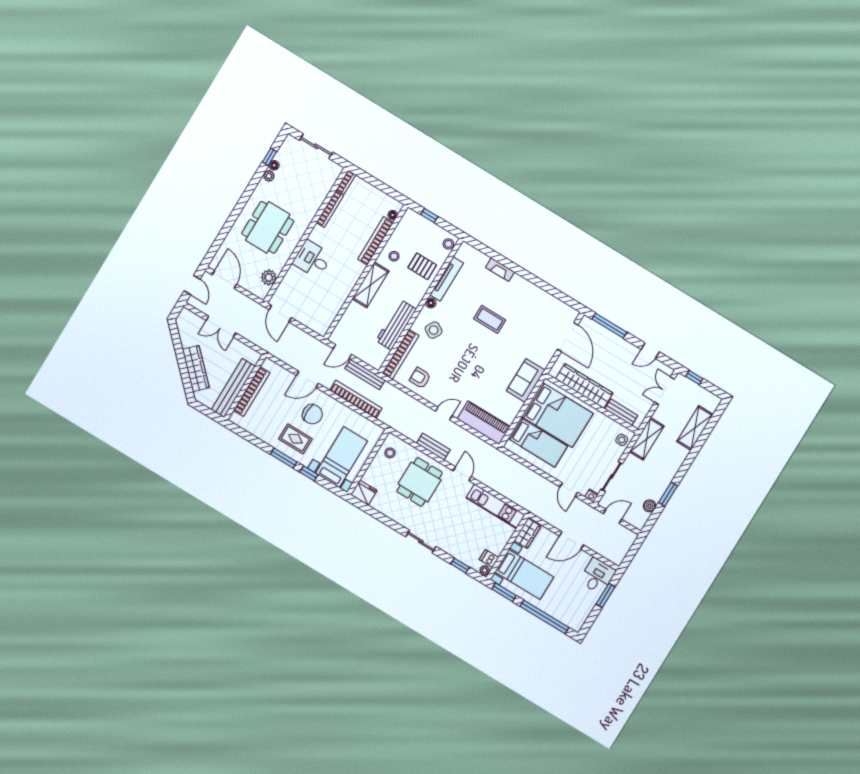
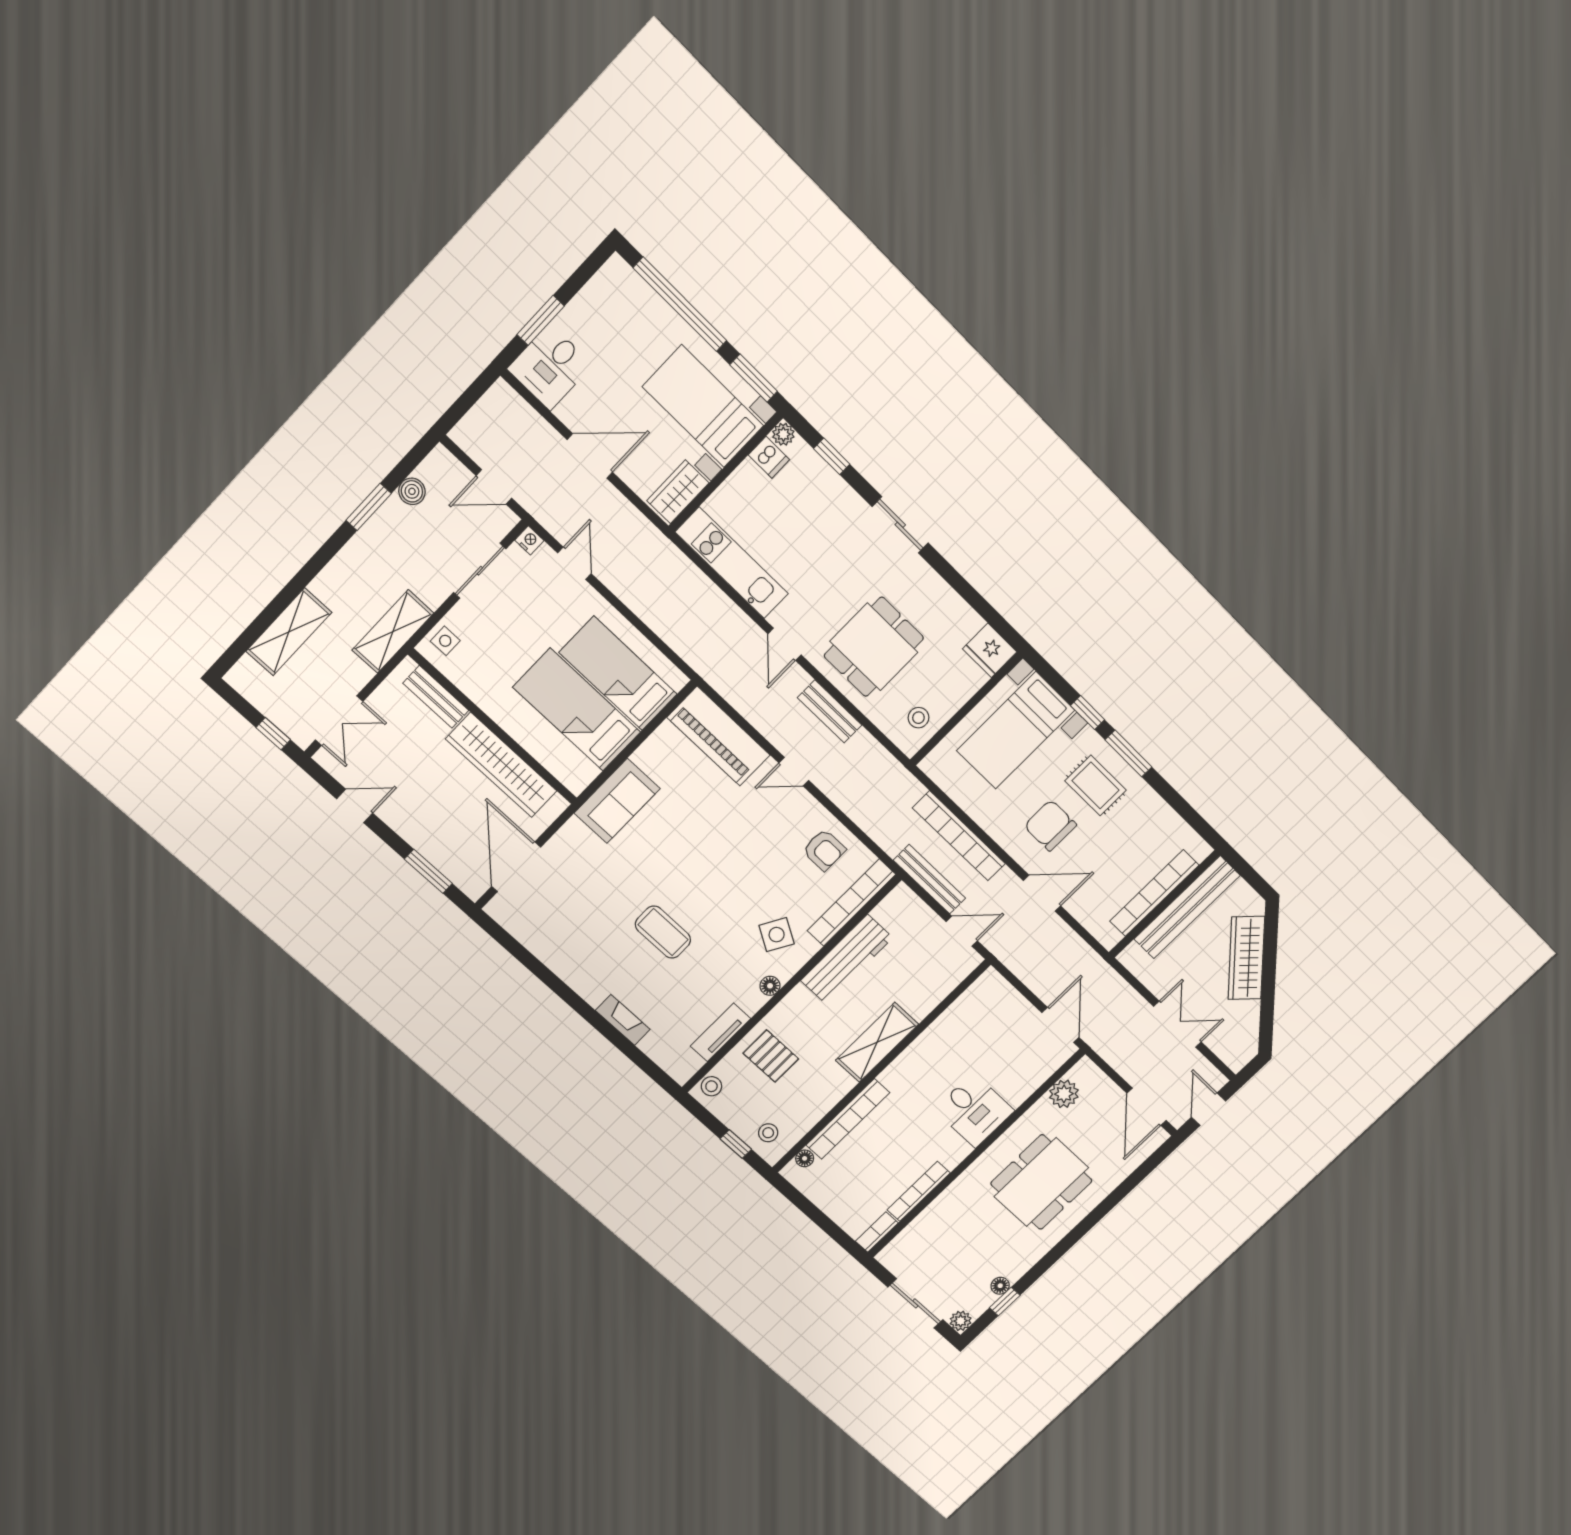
plant: (269, 176) -> (961, 1321), moved
stool: (394, 256) -> (768, 1133), moved
tv unit: (447, 279) -> (720, 1032), width x0.71
window: (609, 326) -> (428, 871), width x0.69
bed: (557, 415) -> (577, 710), width x0.67

